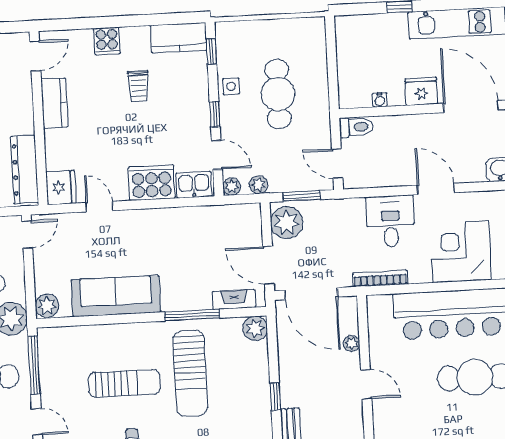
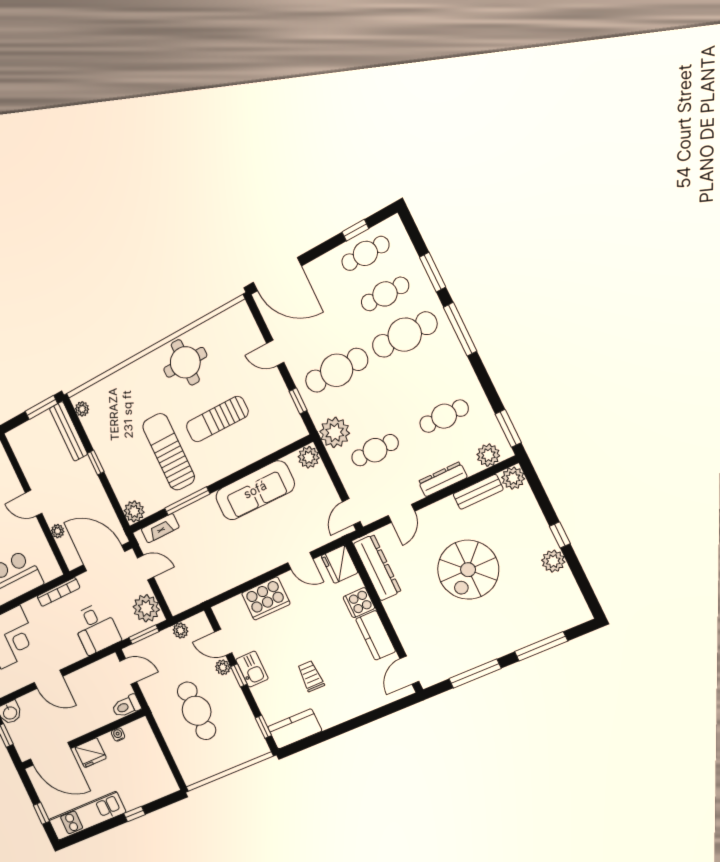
cooker: (107, 41) -> (359, 603), moved, turned -90
side table: (231, 86) -> (236, 704), removed
kitchen sink: (194, 185) -> (252, 669), moved, turned -90
plant: (232, 187) -> (223, 667), moved
desk: (390, 221) -> (96, 628), moved
door: (268, 265) -> (146, 568), width x0.73
window: (34, 365) -> (298, 401), width x0.46

